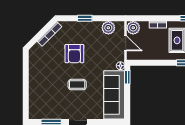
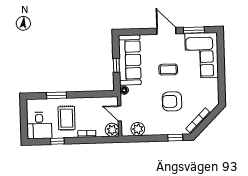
window: (85, 18) -> (175, 138), moved
armchair: (74, 54) -> (172, 101), turned -90
window: (127, 77) -> (116, 65), moved
corner sofa: (44, 97) -> (202, 55), added

